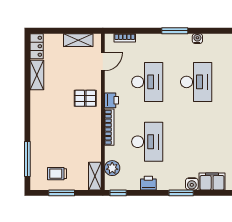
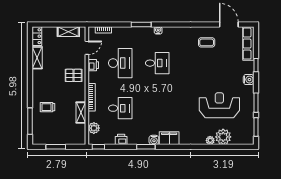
desk: (196, 82) -> (157, 63), width x0.73
printer: (111, 100) -> (93, 65), moved
desk: (147, 142) -> (120, 108), width x0.73
trolley: (57, 174) -> (48, 107), moved
shelving: (95, 176) -> (81, 113), moved

